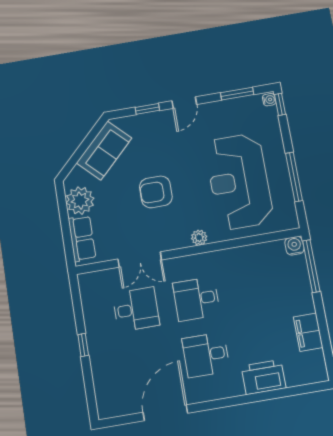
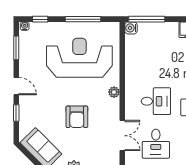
window: (280, 104) -> (40, 19), moved
reception desk: (239, 181) -> (79, 58), turned 180
desk: (196, 299) -> (156, 101), turned -90
desk: (136, 309) -> (156, 144), turned 180

